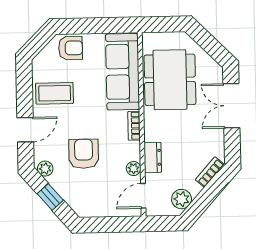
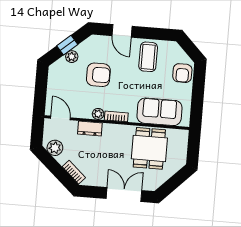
sofa: (122, 72) -> (159, 112), width x0.73
dining table: (170, 80) -> (149, 148), width x0.73
plant: (45, 169) -> (72, 57), moved
plant: (134, 169) -> (98, 114), moved

